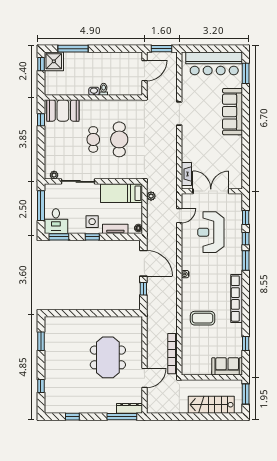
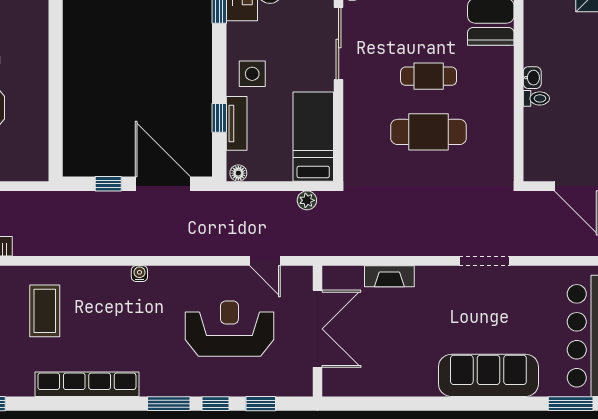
fireplace: (186, 174) -> (389, 276), moved
window: (92, 237) -> (219, 118), moved
door: (143, 263) -> (163, 184), swing flipped

